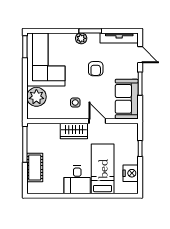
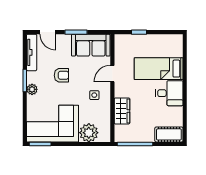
door: (140, 55) -> (48, 32), swing flipped
wardrobe: (74, 131) -> (122, 111), moved
cot: (35, 168) -> (169, 134), moved
nightstand: (131, 173) -> (163, 41), removed

